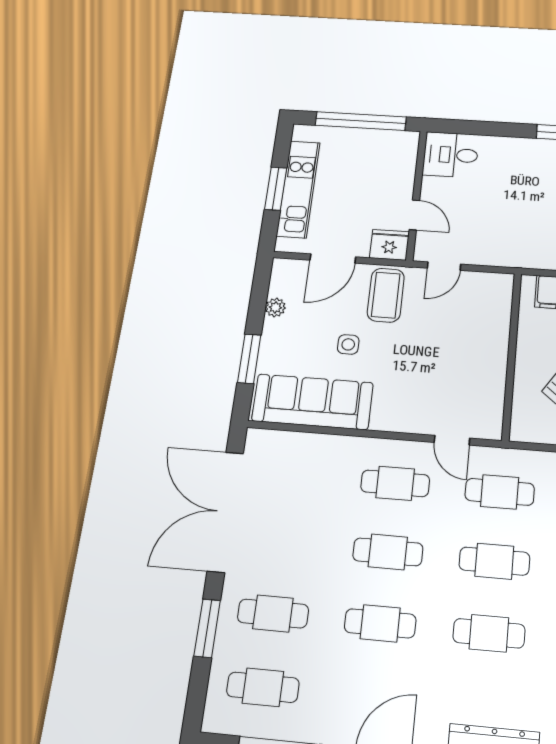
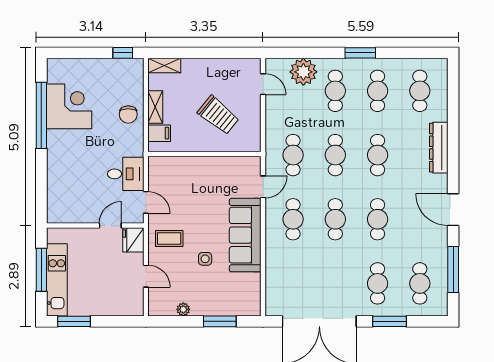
window: (361, 121) -> (41, 270), width x0.68
desk: (451, 155) -> (126, 174), moved, turned -90
window: (276, 189) -> (74, 321), moved
kitchen unit: (298, 189) -> (57, 280), moved, turned 90
door: (333, 259) -> (146, 276), width x0.73
coffee table: (386, 295) -> (169, 238), width x0.73, depth x0.77
sofa: (312, 402) -> (245, 235), moved

